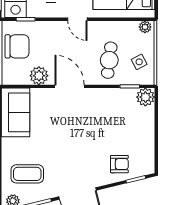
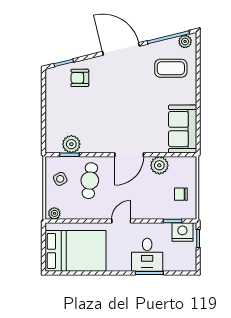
door: (77, 19) -> (121, 221), hinge flipped
chair: (17, 46) -> (181, 194), width x0.54, depth x0.54
door: (70, 86) -> (129, 155), hinge flipped
plant: (145, 97) -> (71, 144), moved

